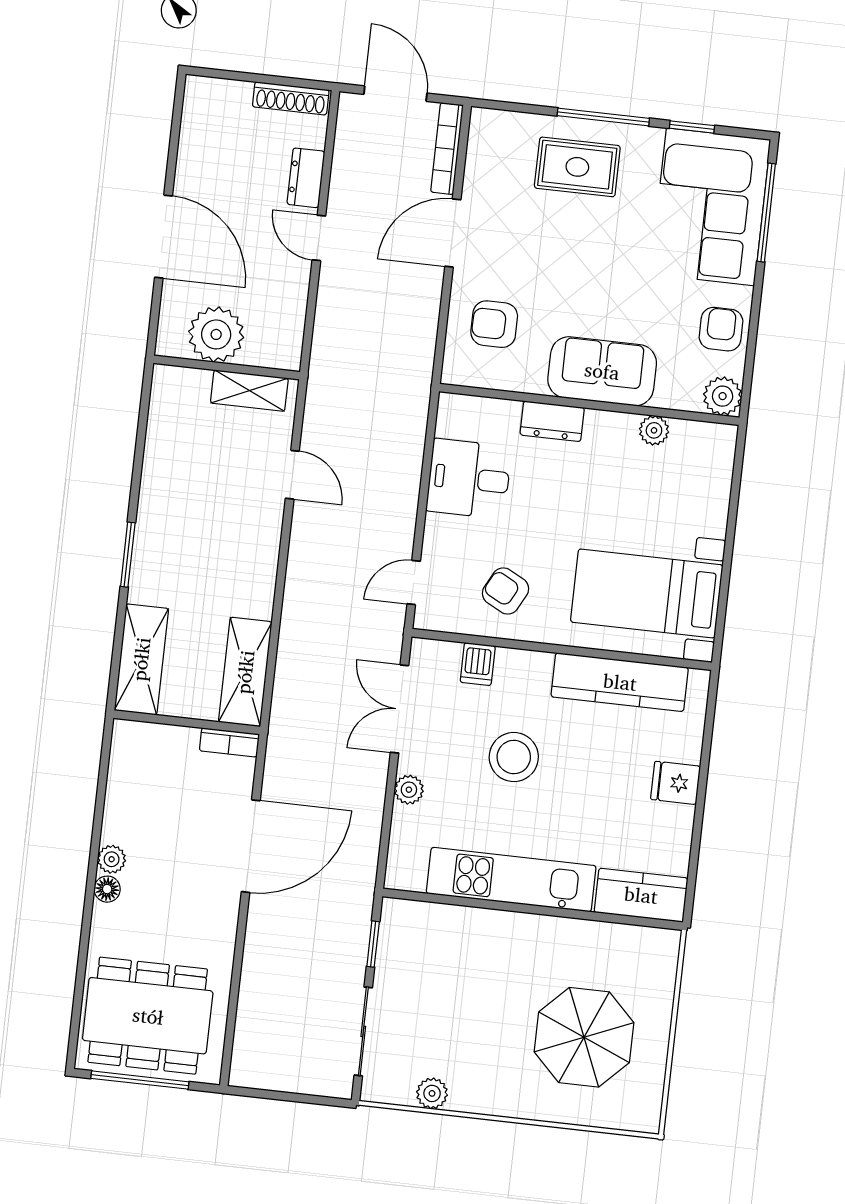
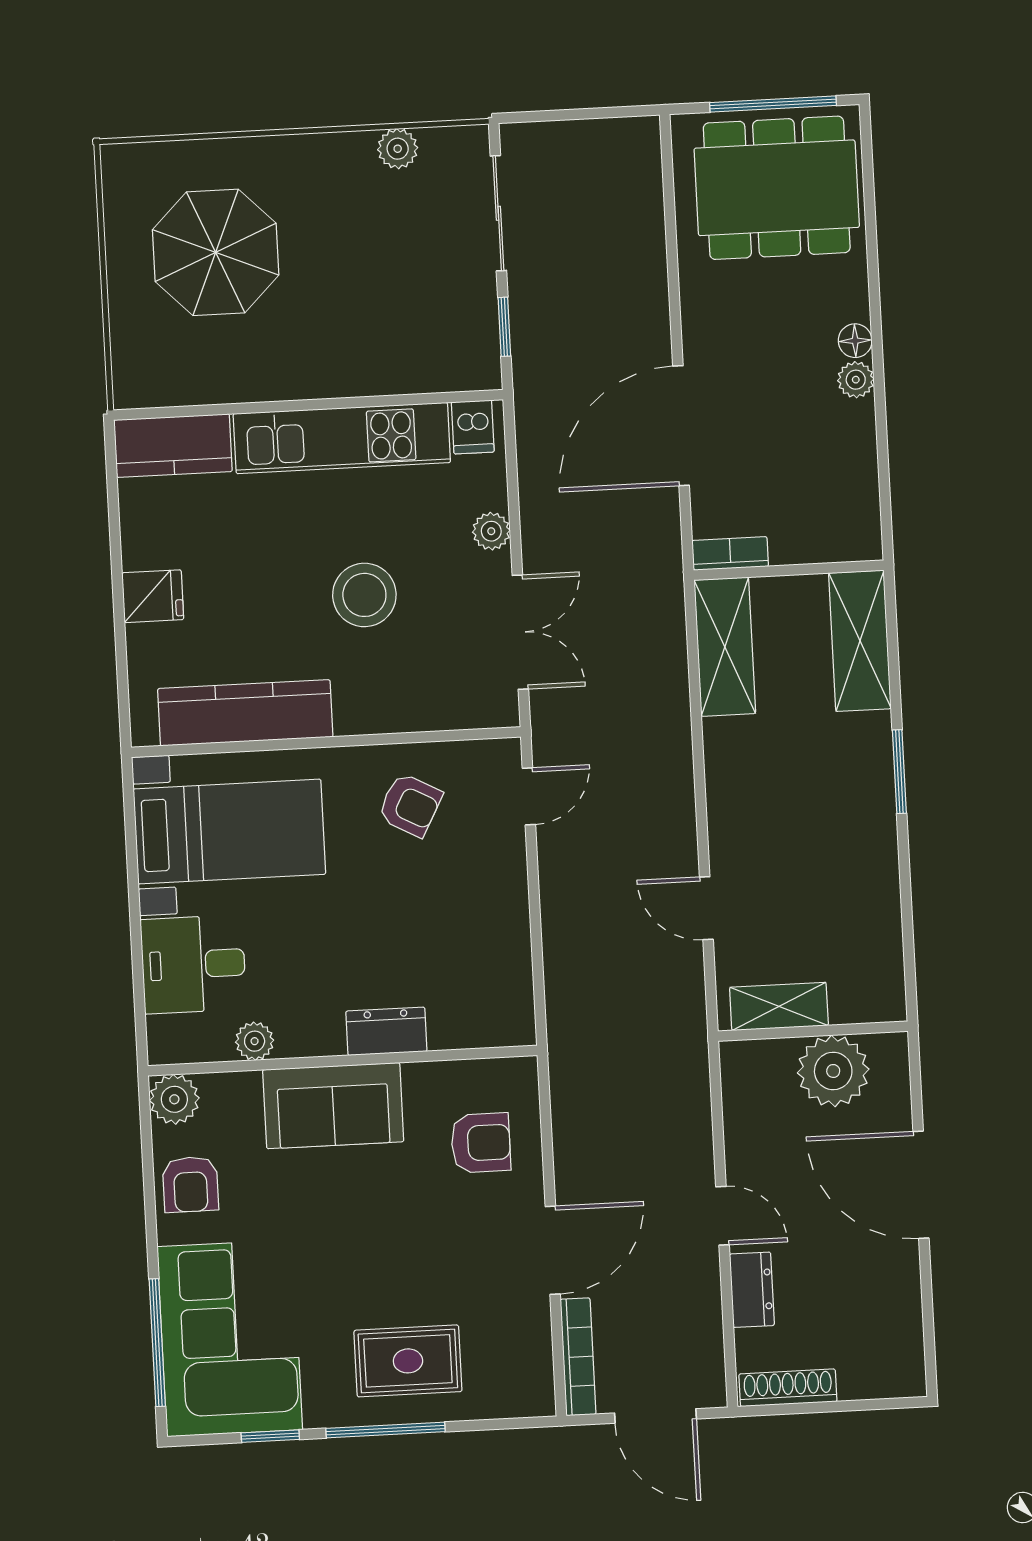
desk: (469, 479) -> (193, 964), moved, turned 180
dishwasher: (478, 664) -> (473, 427), moved, turned 180

